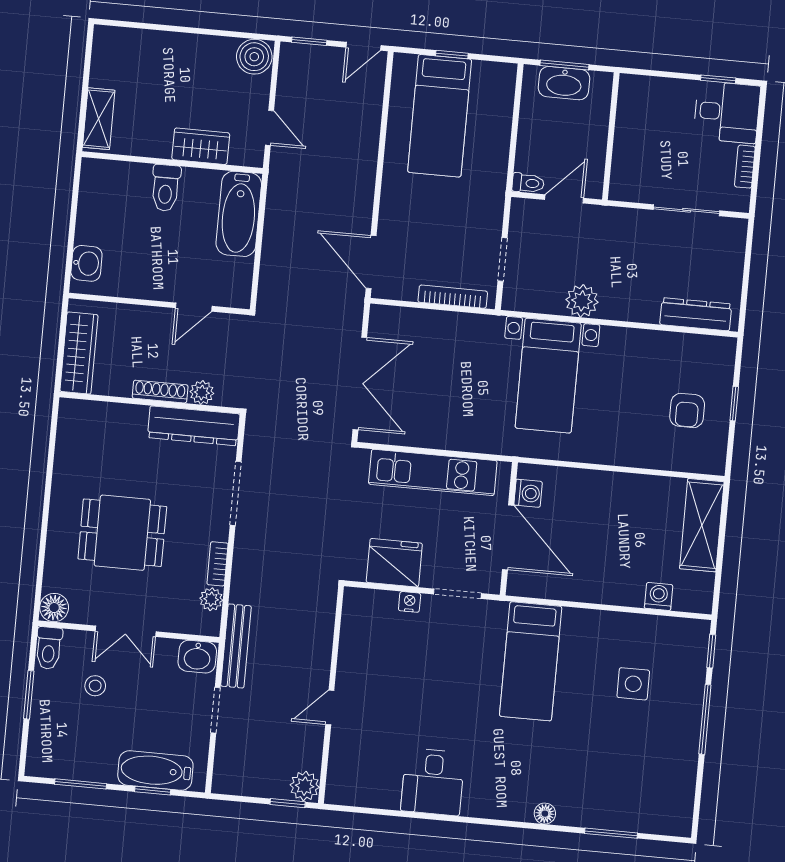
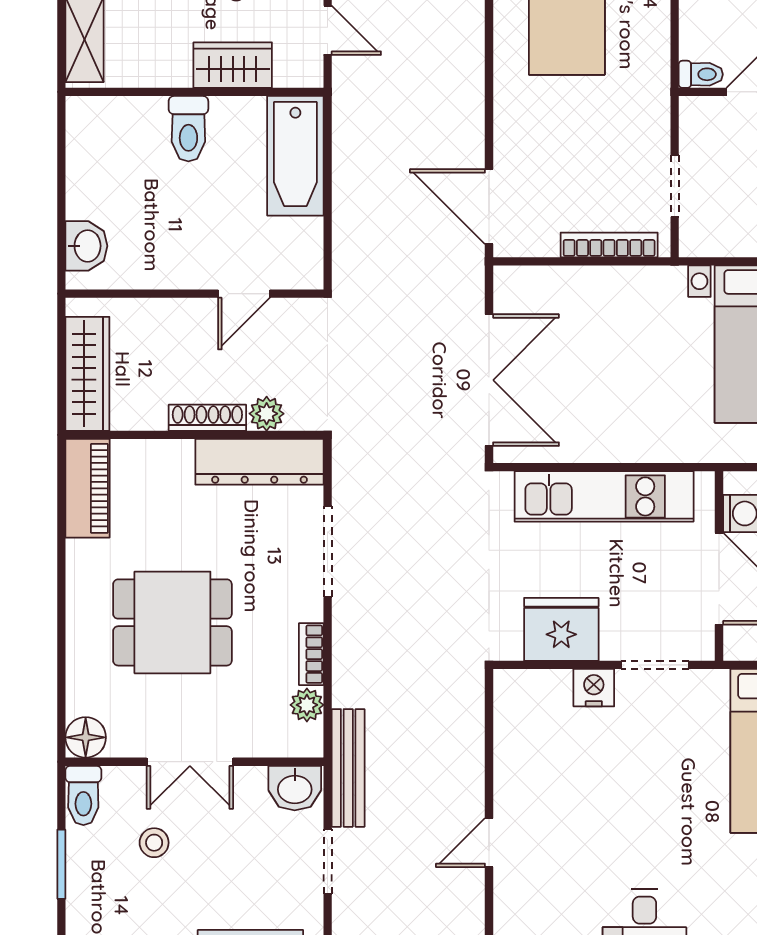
piano: (72, 433) -> (87, 488), added
nightstand: (410, 602) -> (594, 688), width x1.39, depth x1.35

